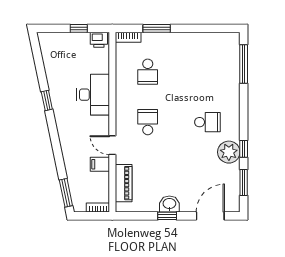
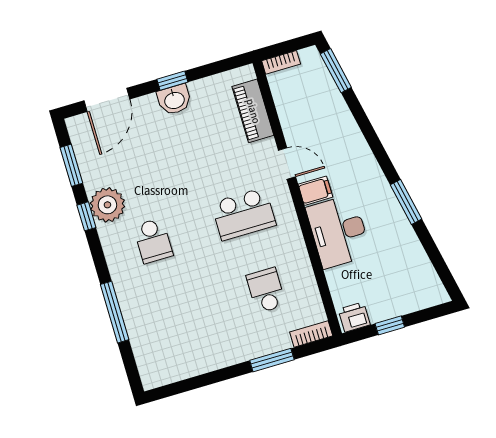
window: (244, 64) -> (115, 312), moved
window: (47, 100) -> (406, 202), width x1.50
school desk: (148, 122) -> (244, 214), width x1.85
school desk: (207, 122) -> (153, 241), turned -90
filing cabinet: (100, 164) -> (315, 191), moved

